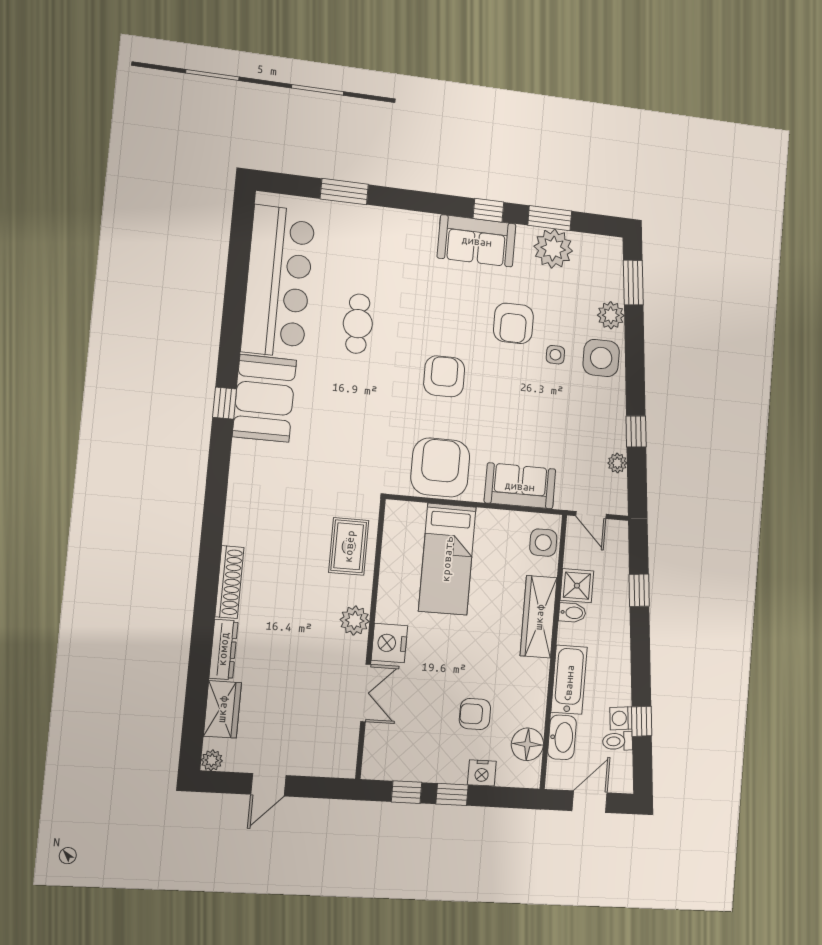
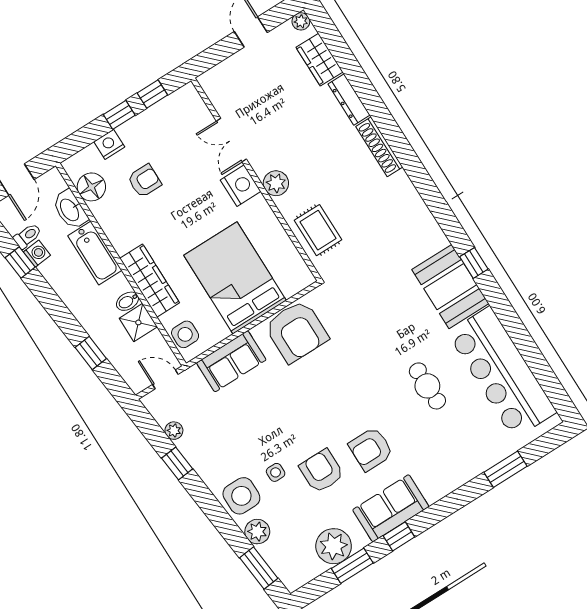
armchair: (444, 376) -> (371, 449), moved, turned 90
bed: (447, 559) -> (235, 278), width x1.50

